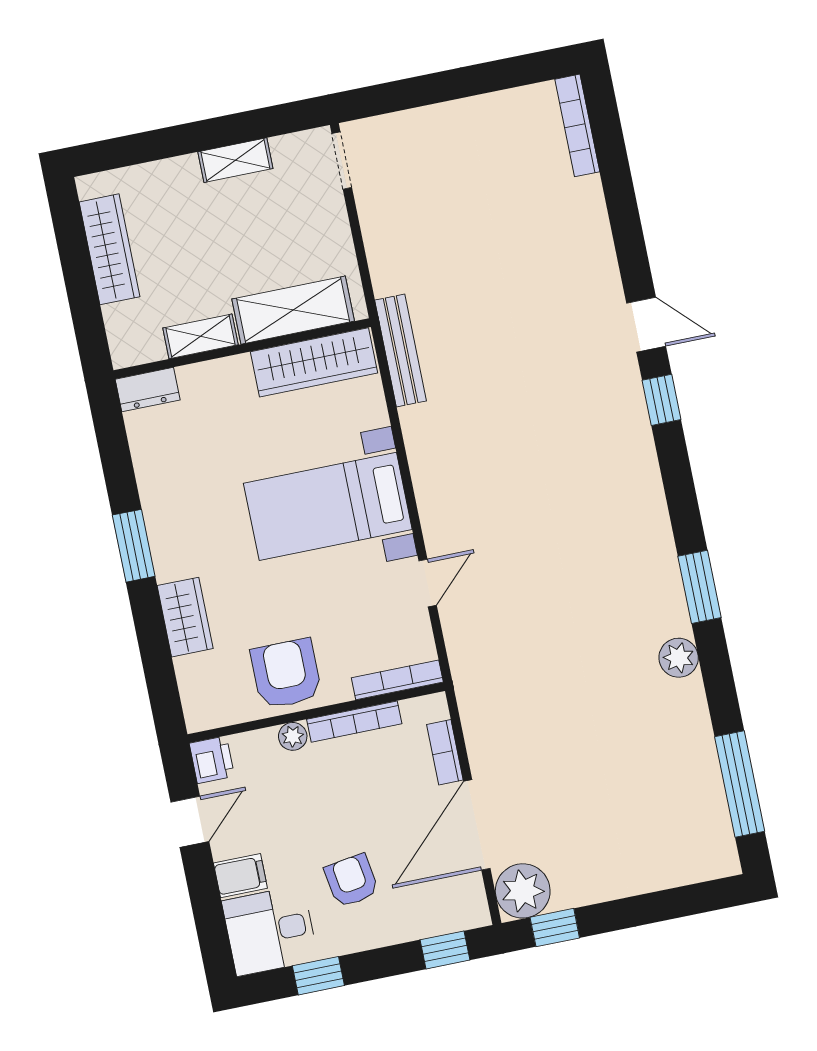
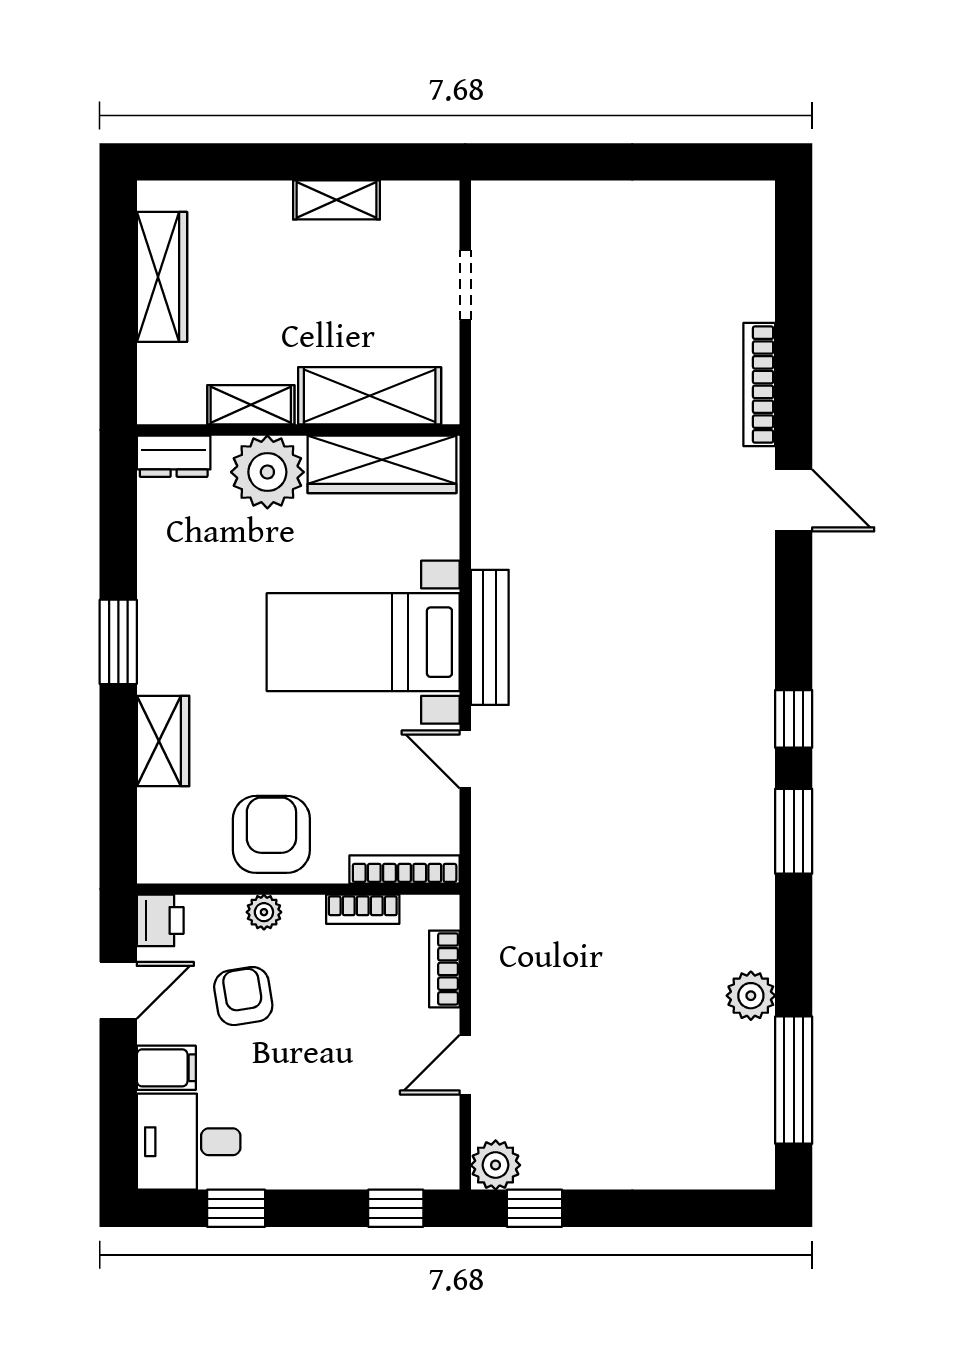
bookcase: (577, 125) -> (759, 385), moved
doorway: (342, 161) -> (465, 285), moved
bench: (401, 350) -> (490, 637), moved
plant: (224, 387) -> (267, 472), added
window: (662, 400) -> (794, 719), moved
door: (428, 583) -> (465, 759), swing flipped
plant: (679, 658) -> (751, 996), moved
bookcase: (354, 722) -> (363, 909), width x0.64
door: (477, 825) -> (465, 1065), width x0.53
armchair: (351, 881) -> (243, 996), moved
plant: (523, 891) -> (496, 1165), width x0.73, depth x0.73

